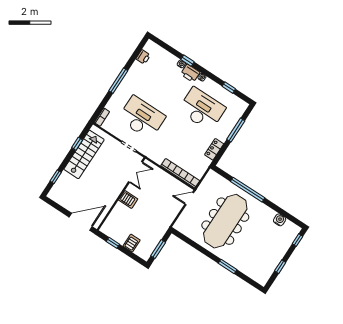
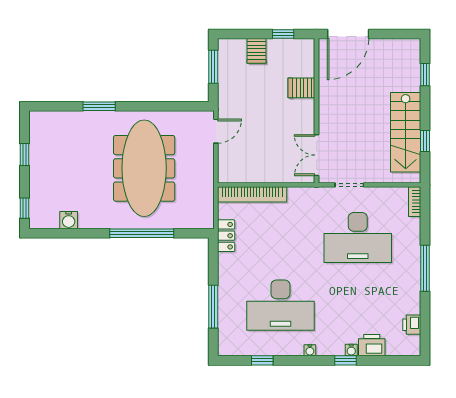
printer: (190, 73) -> (372, 345), moved
locker: (214, 149) -> (226, 236), moved
server rack: (128, 199) -> (301, 88), moved
door: (189, 199) -> (216, 131), moved

